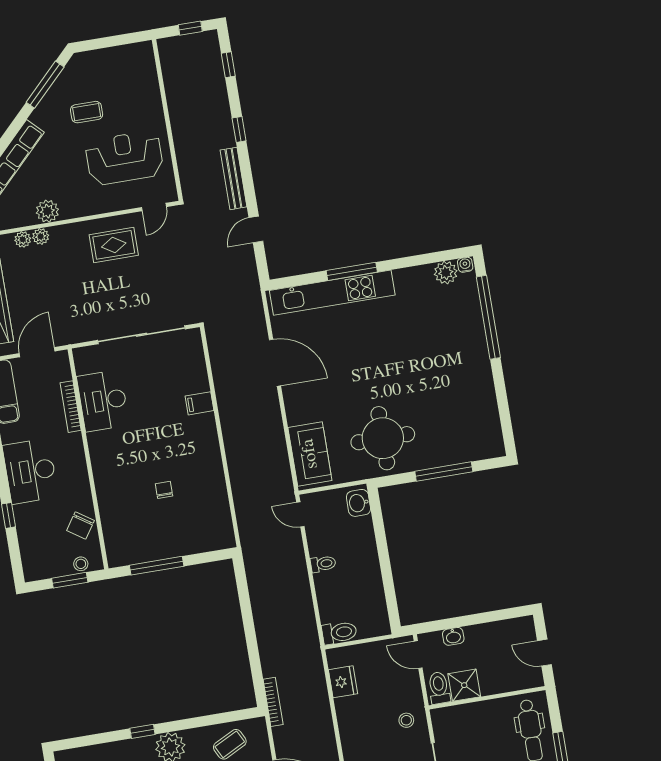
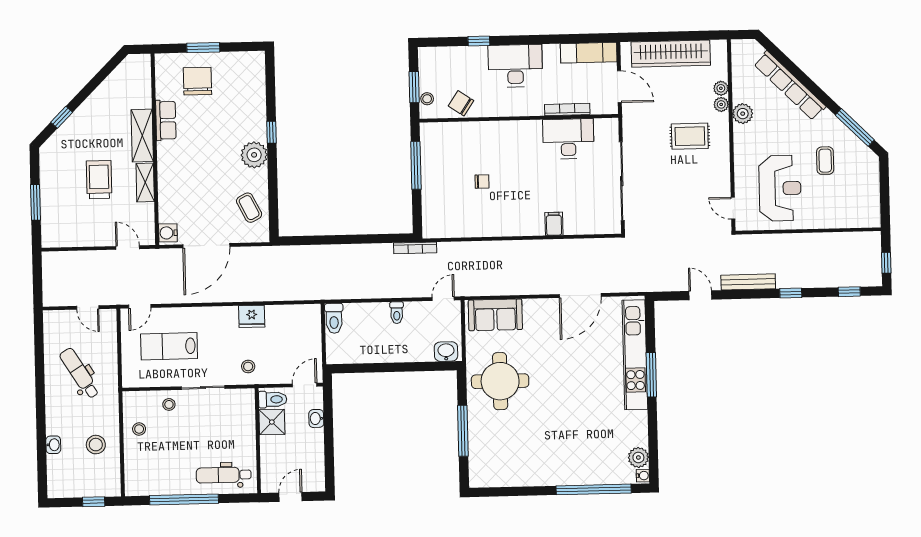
rug: (114, 245) -> (690, 136), moved, turned 90
fridge: (343, 682) -> (252, 316), moved
bookcase: (273, 702) -> (415, 248), moved

